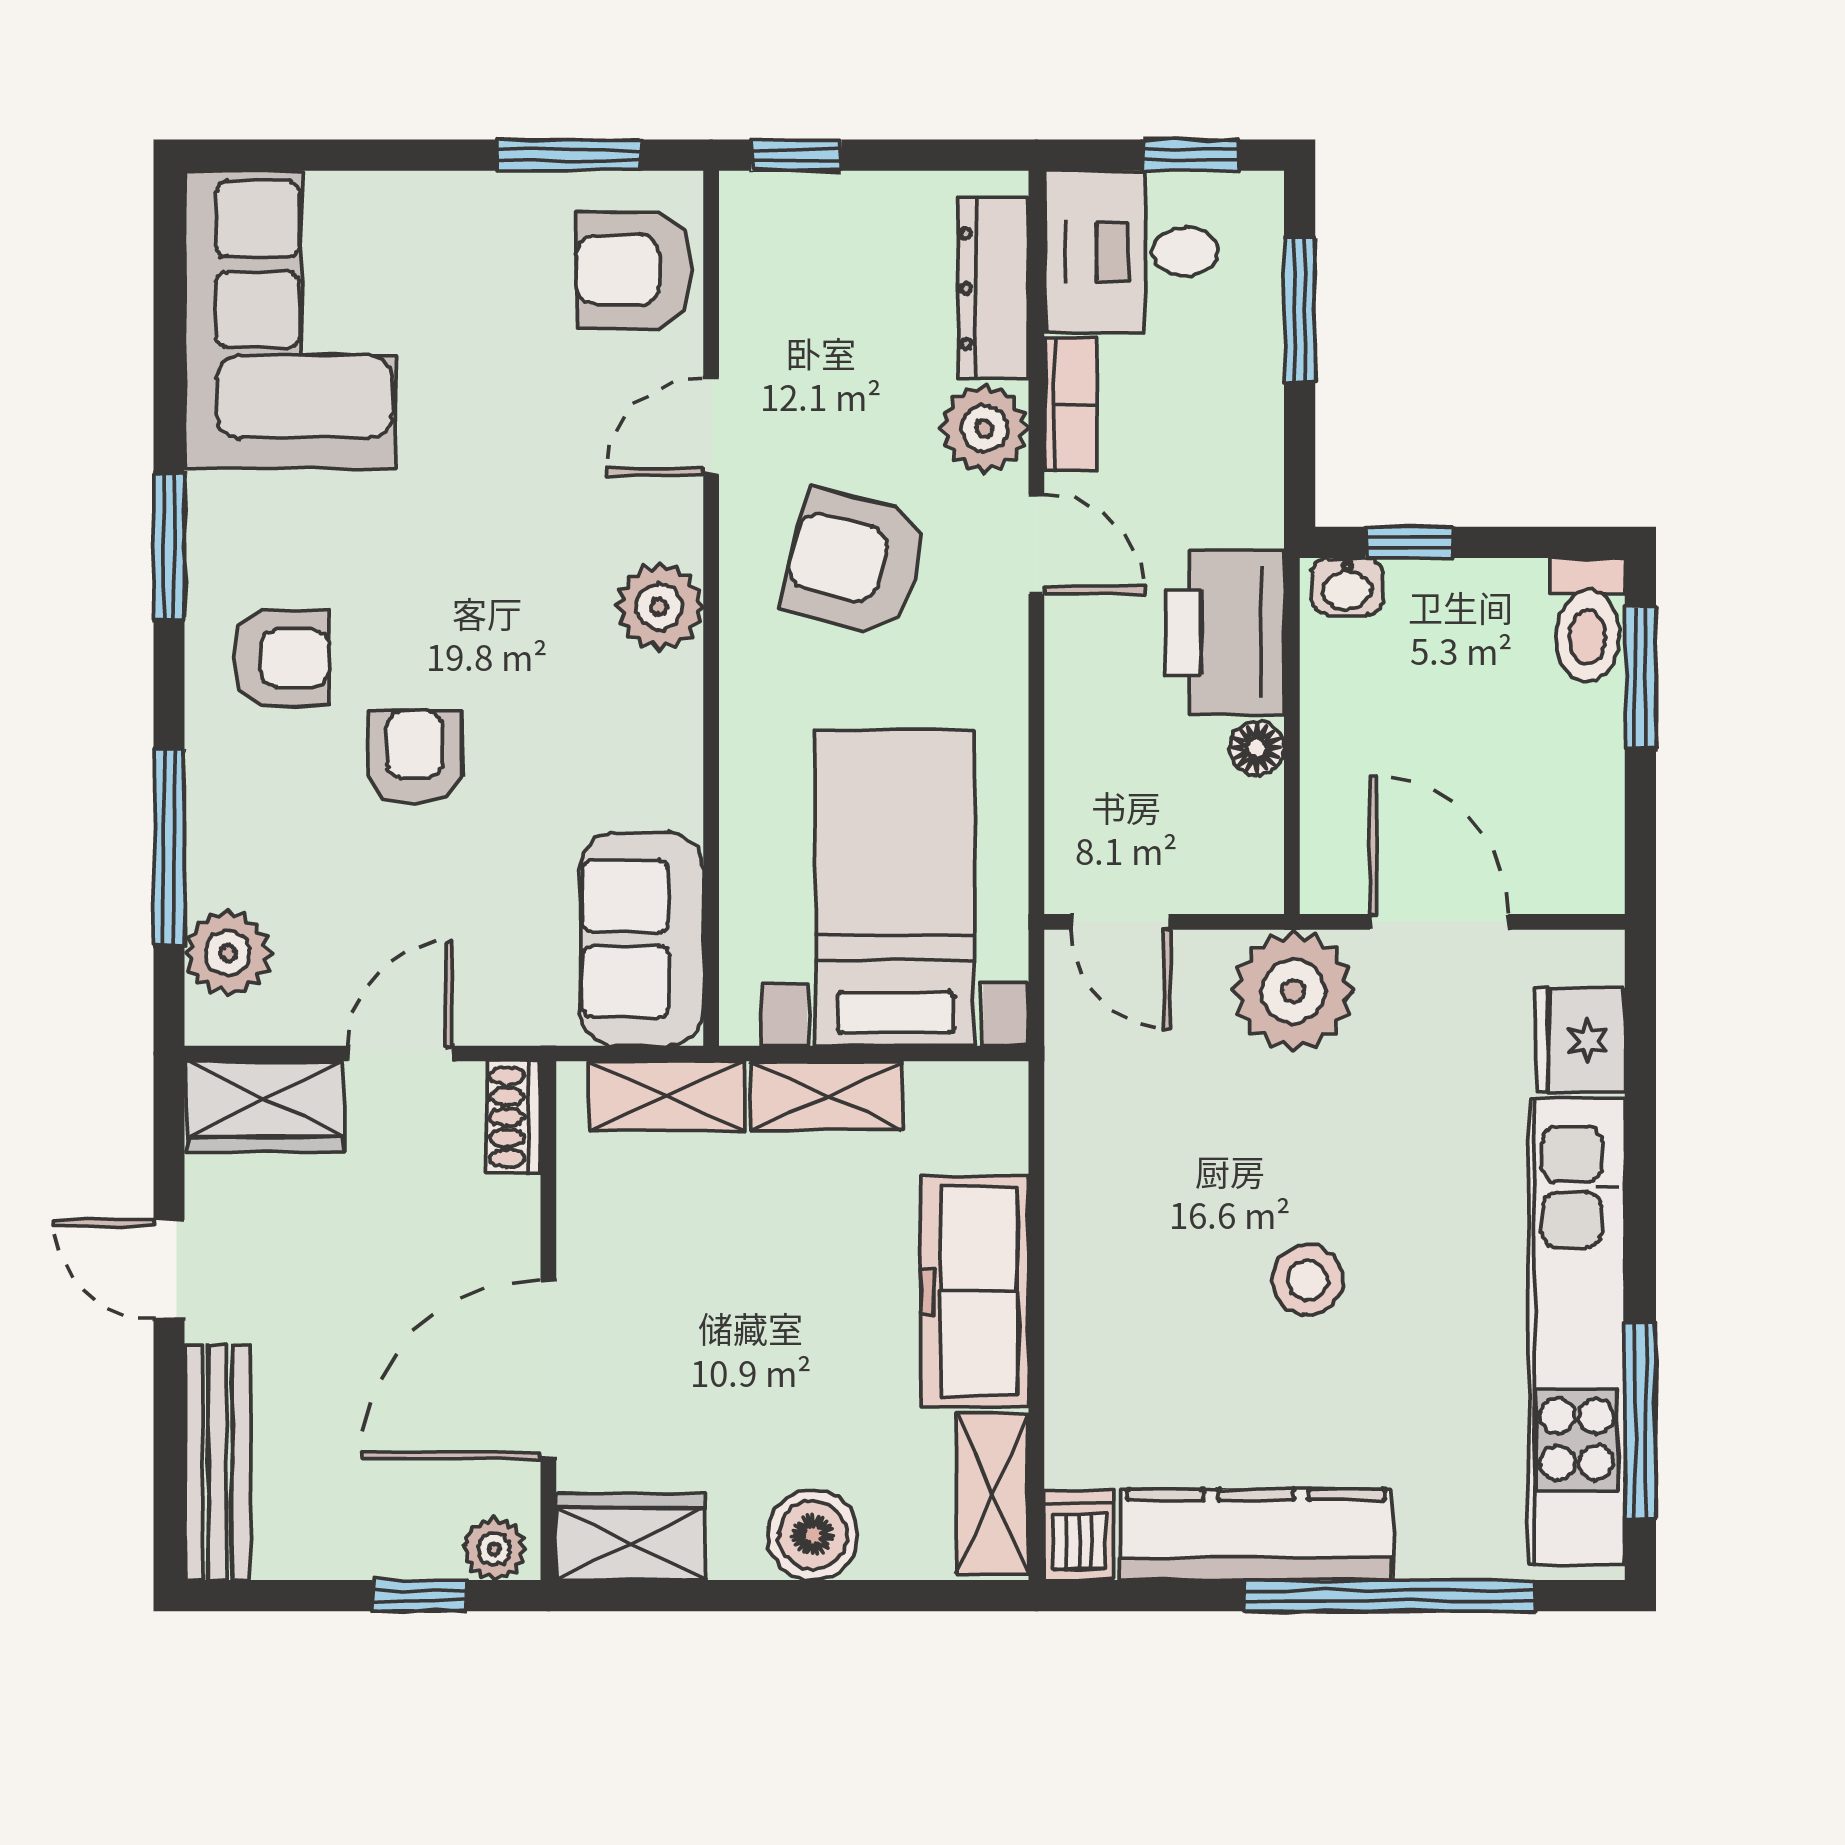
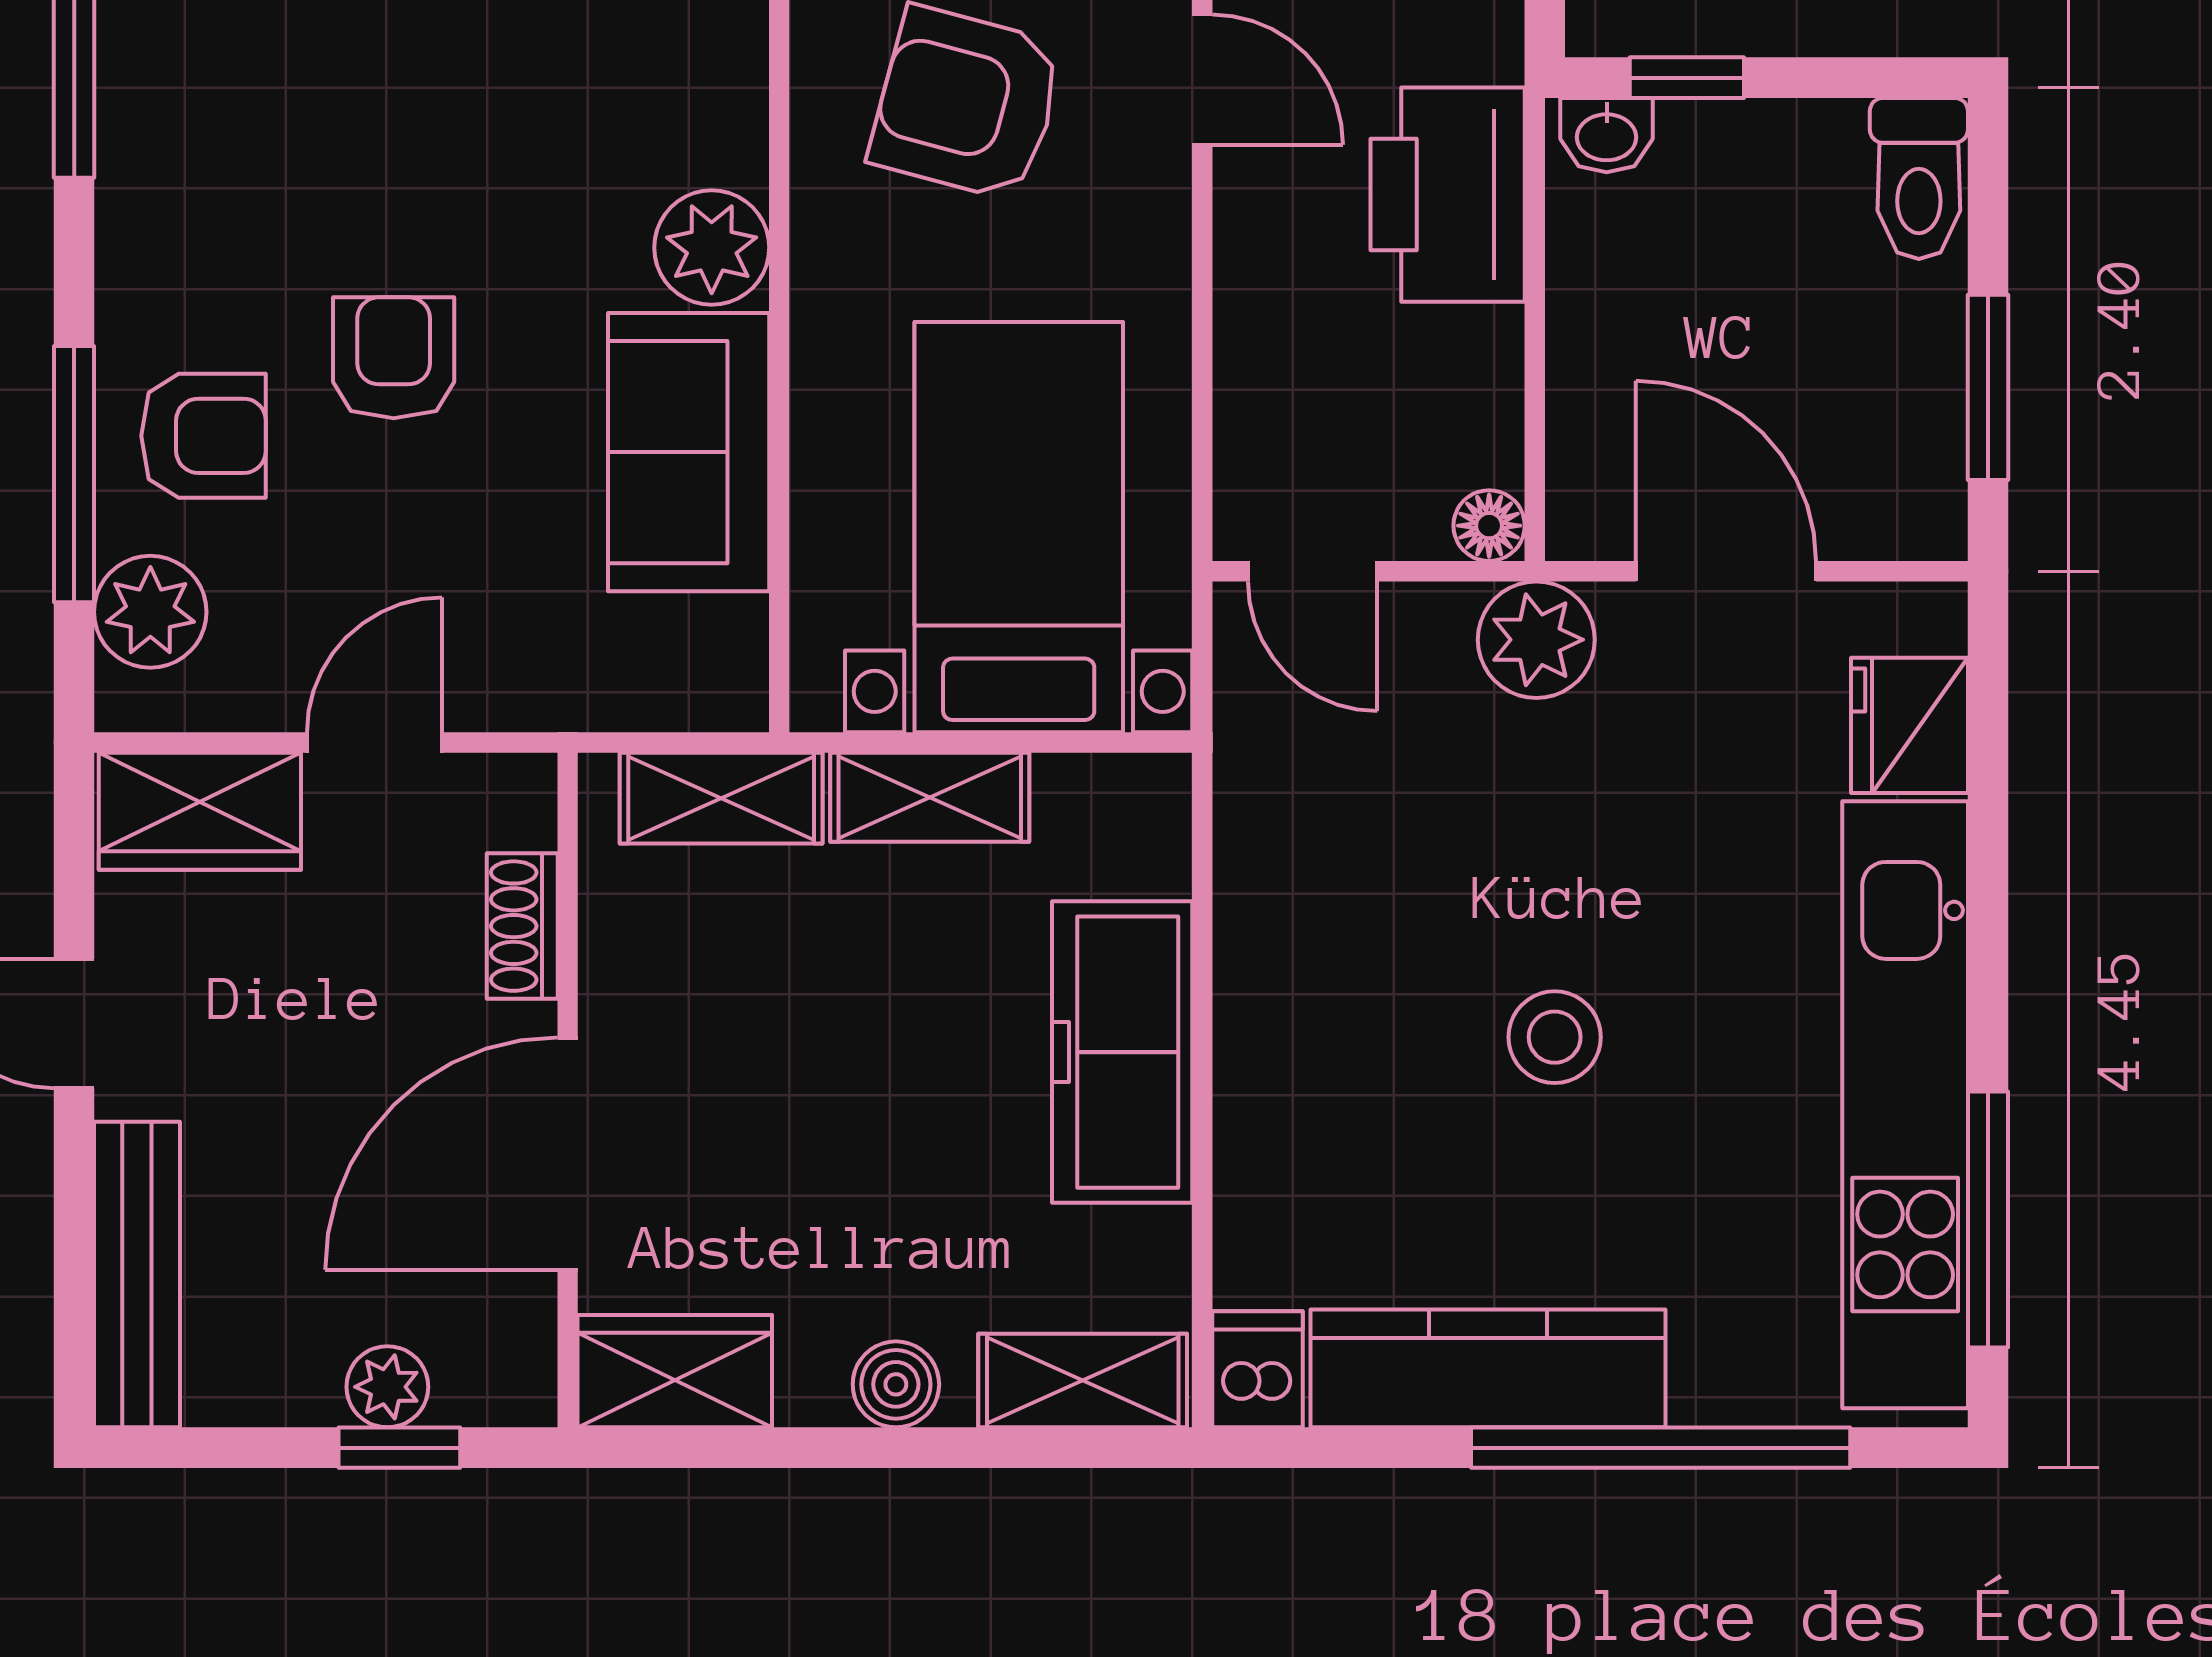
plant: (659, 607) -> (712, 248), moved
armchair: (281, 658) -> (204, 436), moved
window: (1640, 678) -> (1988, 387), moved
floor lamp: (1257, 748) -> (1489, 526), moved
sofa: (642, 939) -> (689, 452), moved
plant: (1293, 991) -> (1536, 640), width x0.73, depth x0.73
shoe rack: (514, 1117) -> (522, 926), moved
shelving: (993, 1494) -> (1083, 1381), moved, turned 90
boiler: (813, 1535) -> (896, 1384), width x0.73, depth x0.73
plant: (494, 1549) -> (387, 1387), moved

